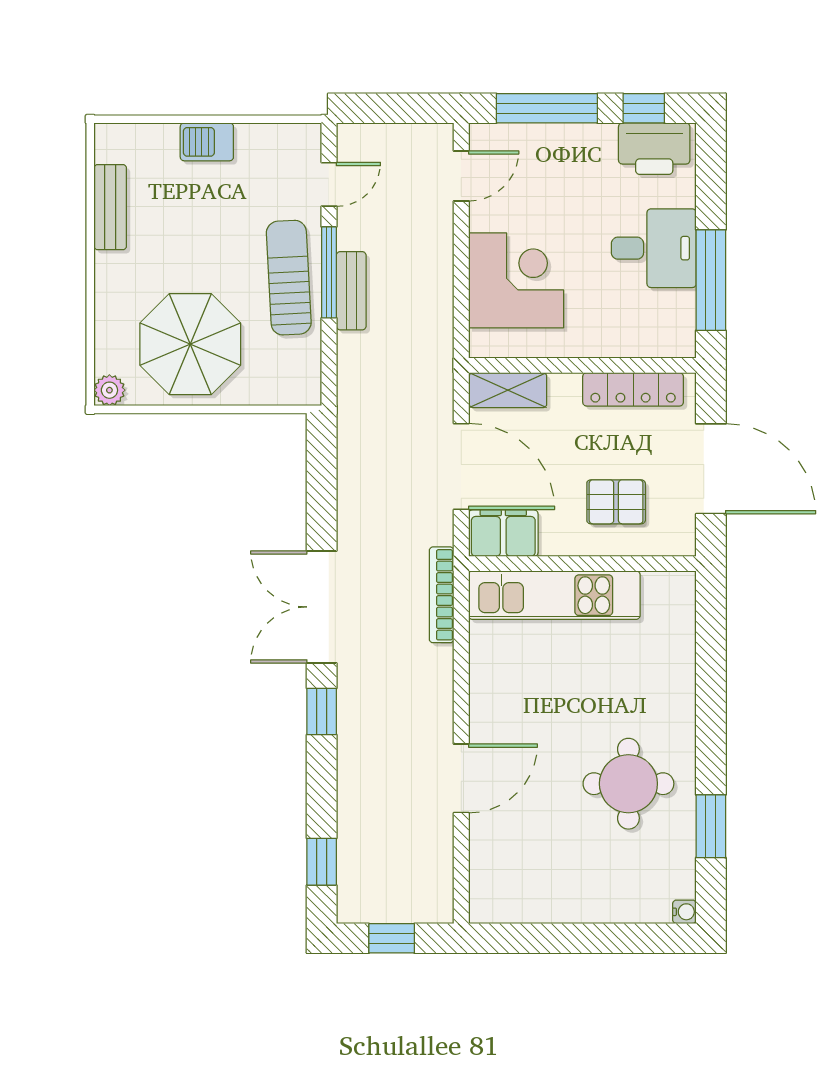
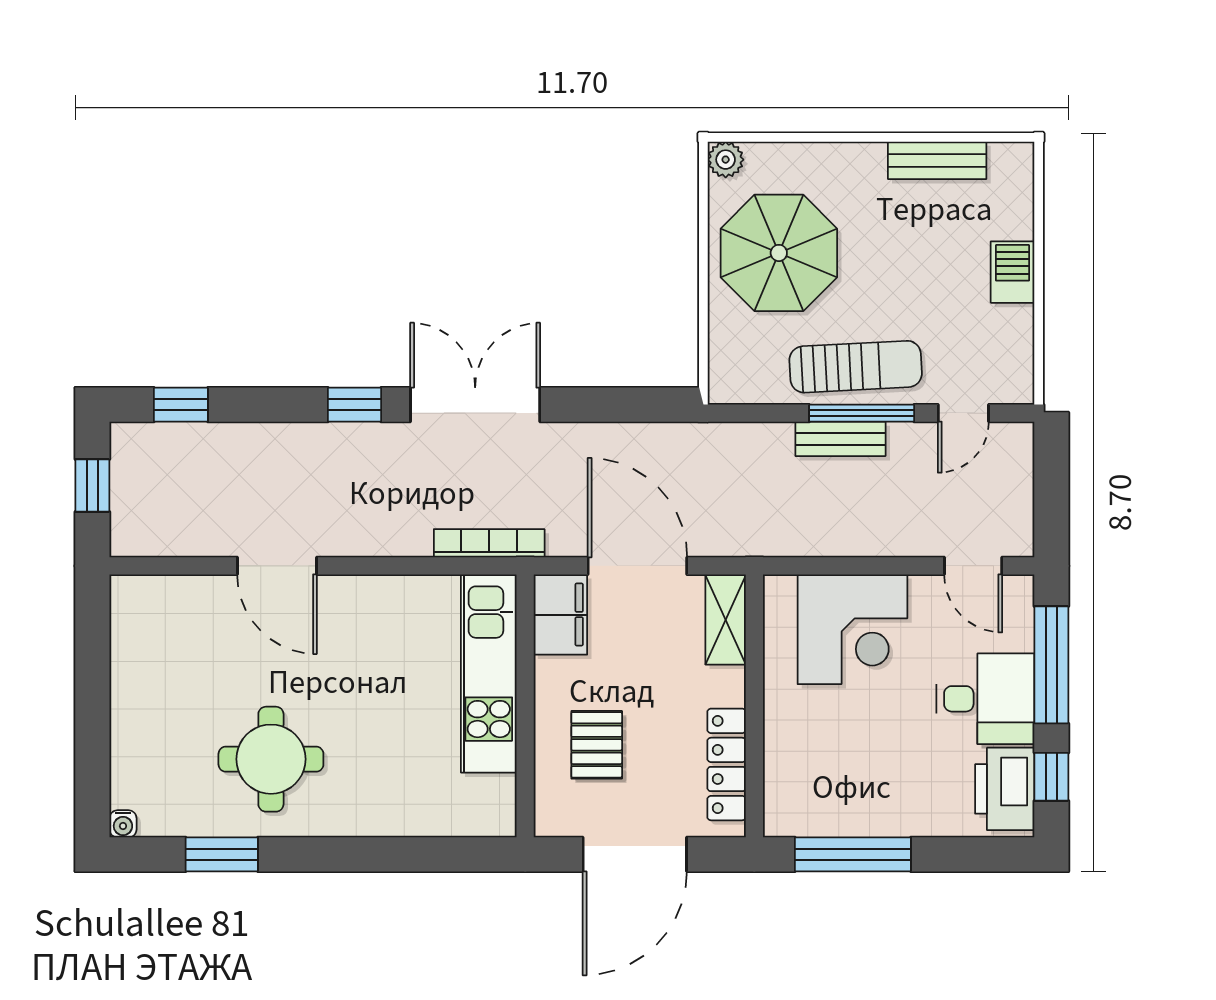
door: (329, 184) -> (963, 413), hinge flipped
desk: (654, 248) -> (985, 699), moved, turned -90
door: (461, 466) -> (637, 566), swing flipped

